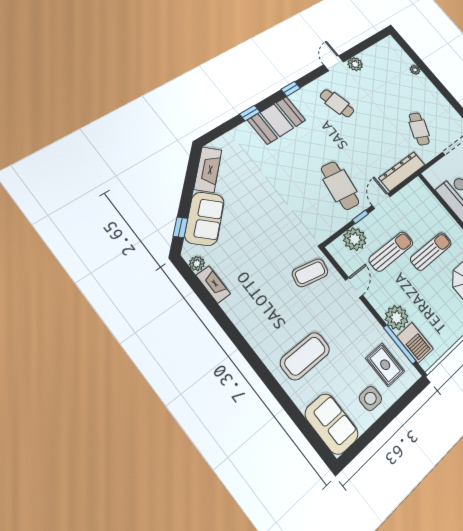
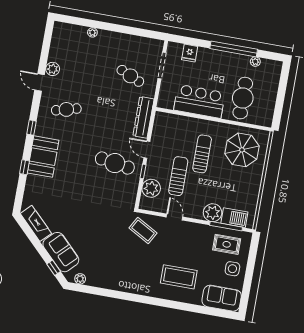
coffee table: (310, 273) -> (143, 231), turned -74
fireplace: (213, 285) -> (99, 282), removed
coffee table: (305, 356) -> (179, 277), turned 90

